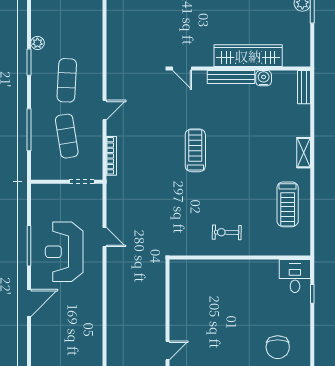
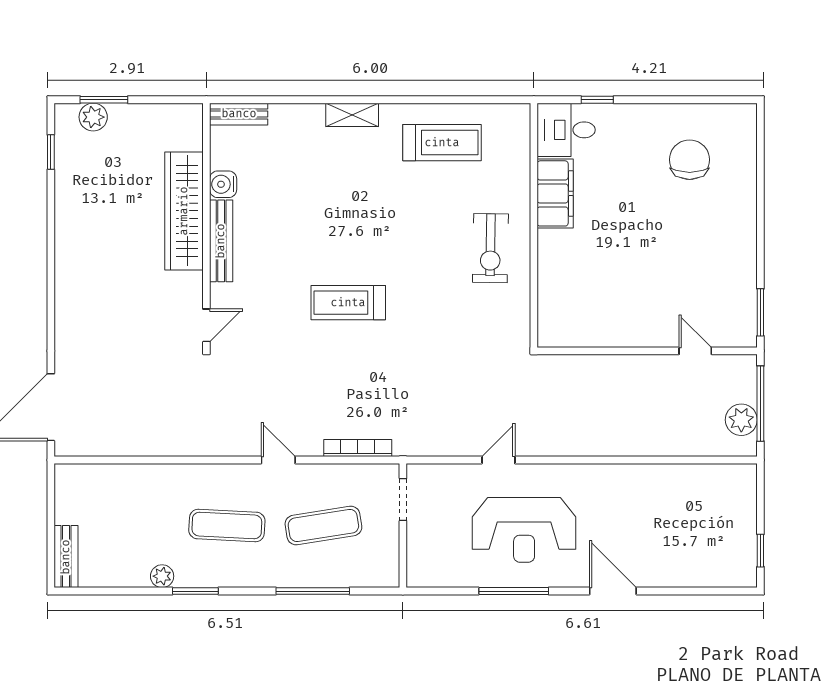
exercise bike: (227, 232) -> (490, 248), width x1.38, depth x1.39
filing cabinet: (258, 270) -> (555, 193), added
chair: (278, 347) -> (690, 160), turned -90

